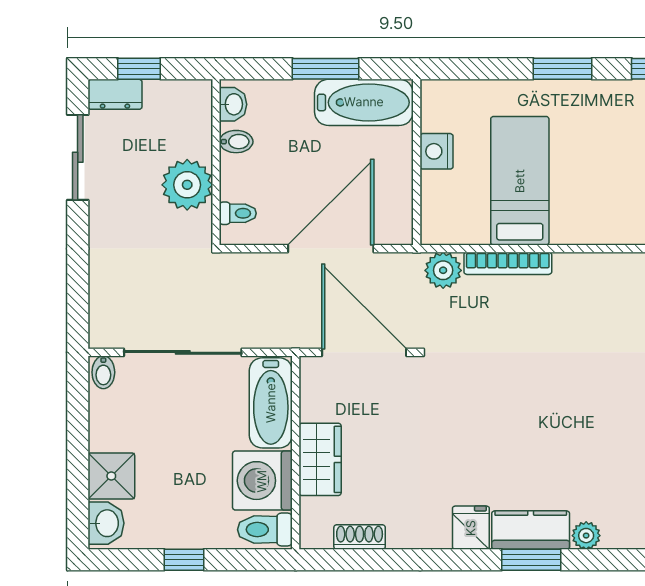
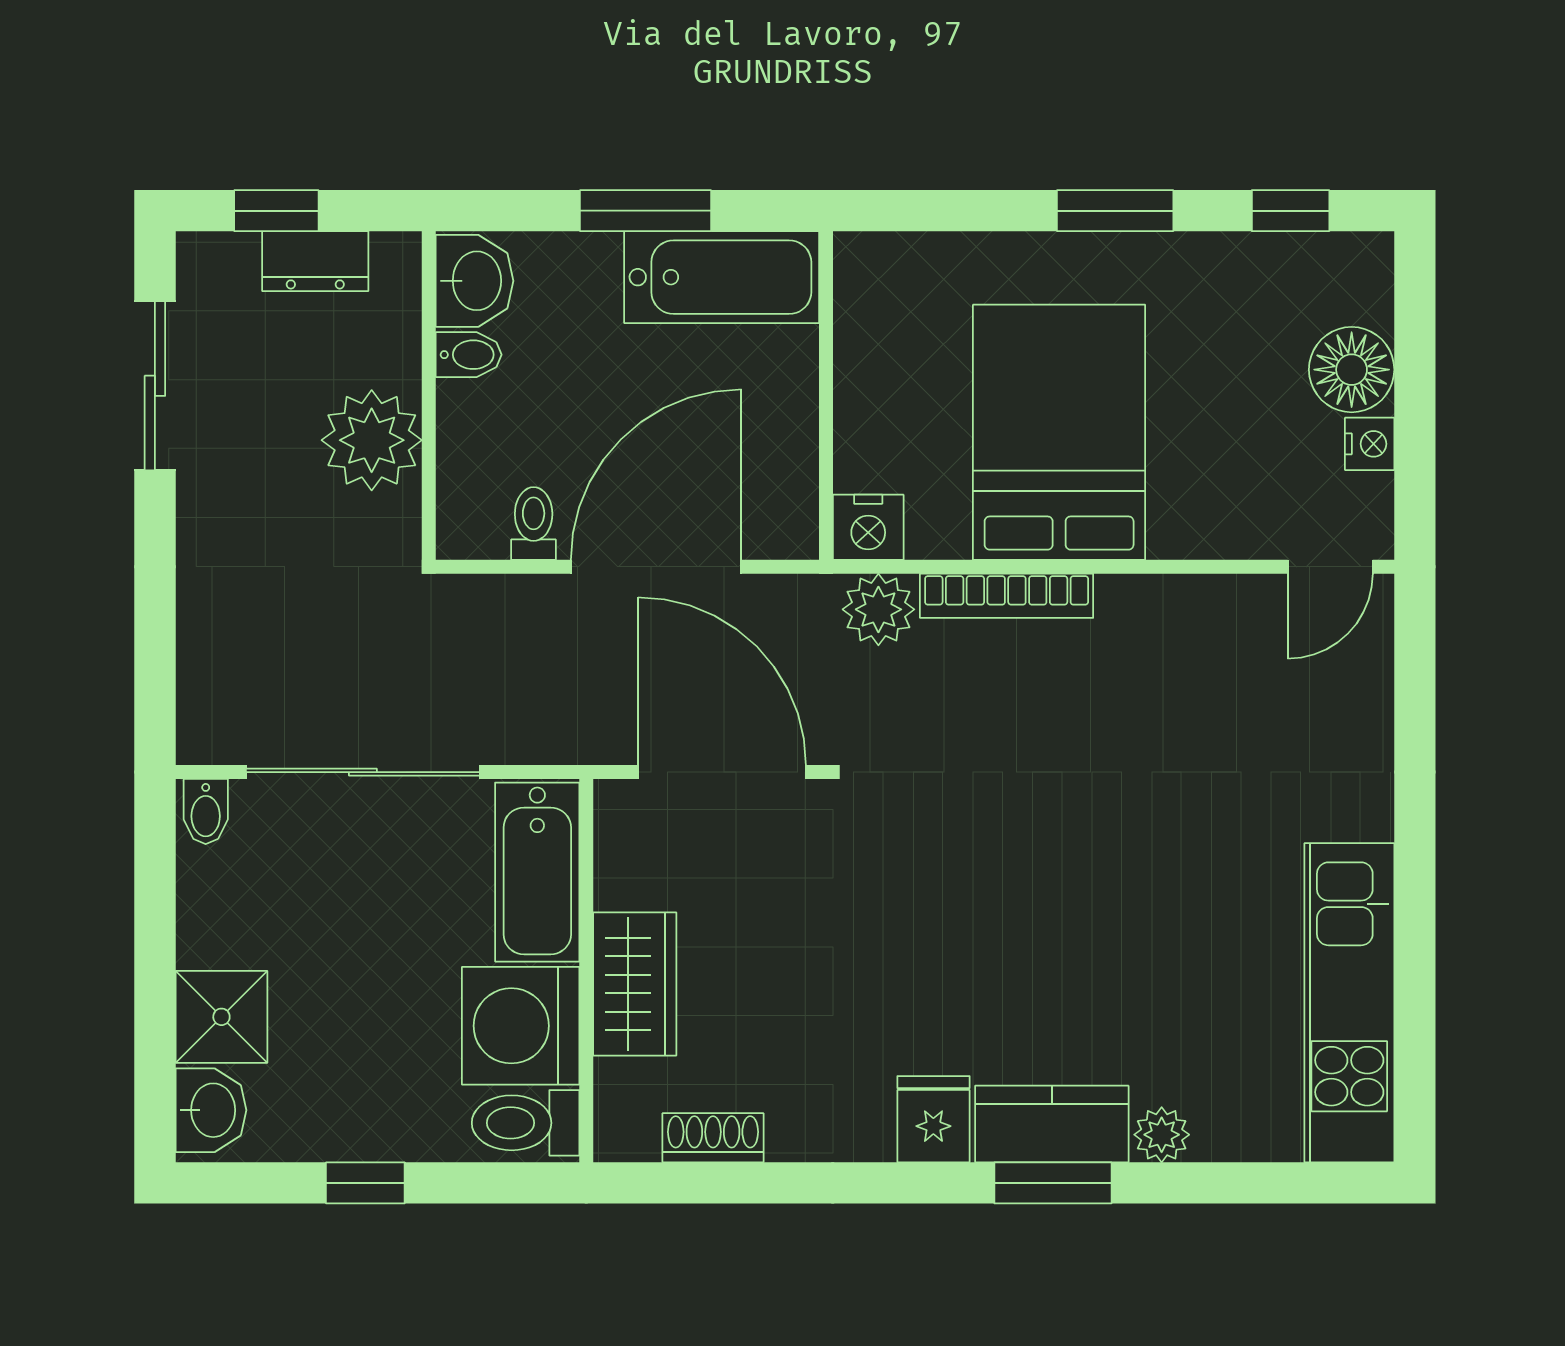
dresser: (115, 94) -> (315, 261), moved
washbasin: (233, 104) -> (475, 281), width x1.38, depth x1.45
nightstand: (436, 151) -> (868, 527), moved, turned -90
bed: (520, 181) -> (1059, 432), width x1.50
toilet: (238, 213) -> (534, 523), moved, turned -90

